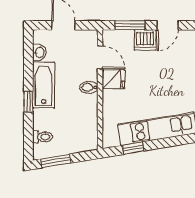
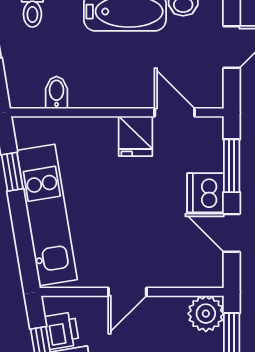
door: (100, 57) -> (175, 112), swing flipped
bidet: (89, 87) -> (56, 93), moved

